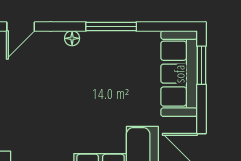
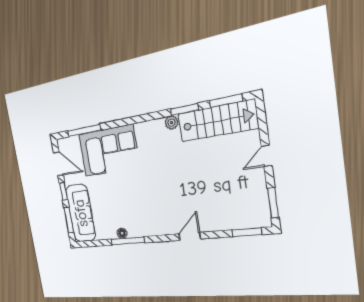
floor lamp: (72, 38) -> (122, 233), moved
window: (201, 109) -> (63, 191), added

